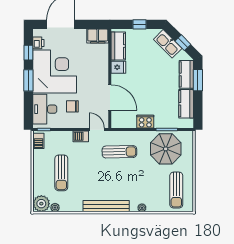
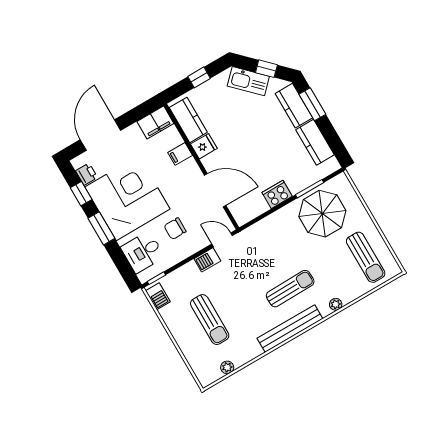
filing cabinet: (102, 63) -> (180, 154), added
desk: (45, 109) -> (143, 252), width x0.73
sun lounger: (119, 152) -> (290, 289), moved
plant: (41, 204) -> (207, 372), removed

